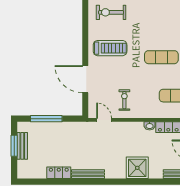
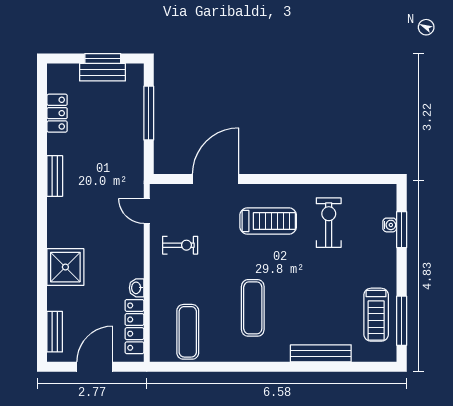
treadmill: (110, 48) -> (268, 221), turned -90
door: (104, 120) -> (147, 211), swing flipped
locker: (59, 173) -> (57, 113), moved
bench: (88, 174) -> (55, 176), width x0.73

